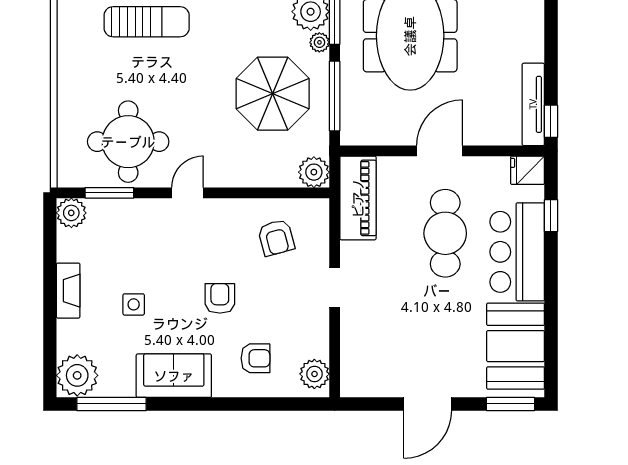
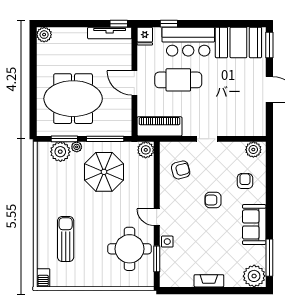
plant: (71, 213) -> (167, 279), removed
side table: (134, 304) -> (167, 242), moved

